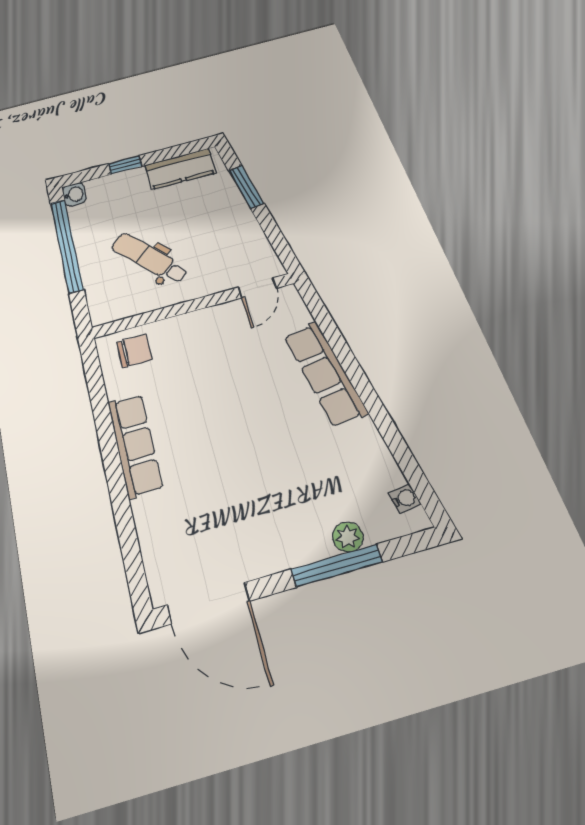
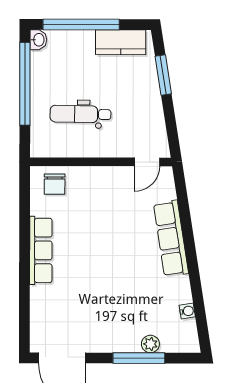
window: (125, 165) -> (81, 24), width x3.17
dental chair: (149, 258) -> (80, 114), turned -49
chair: (134, 351) -> (55, 184), turned 90
water cooler: (405, 498) -> (187, 311), moved

